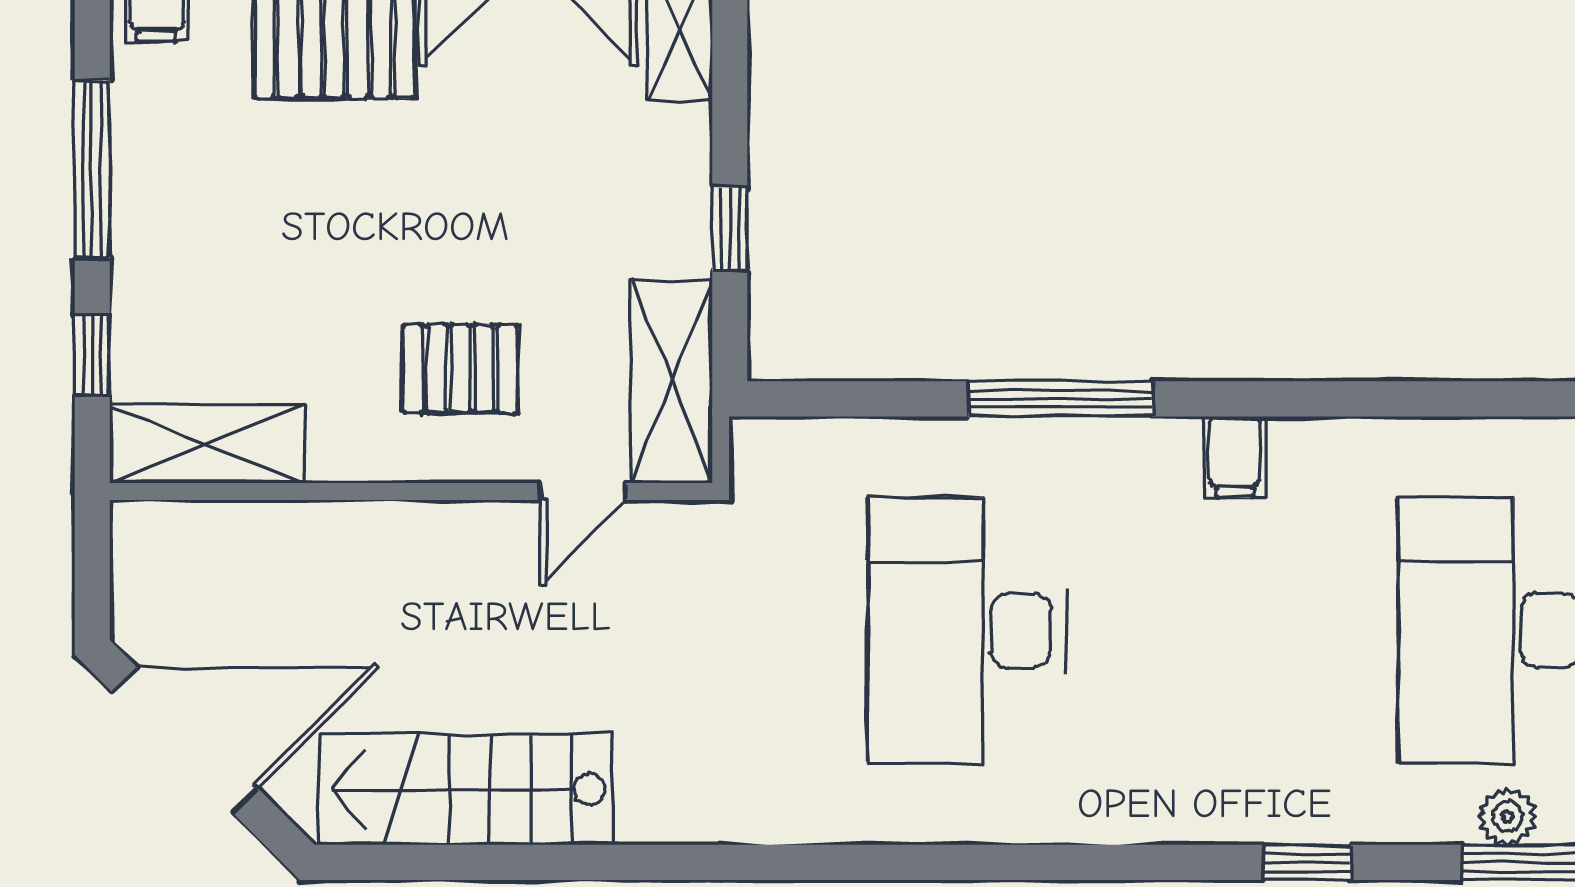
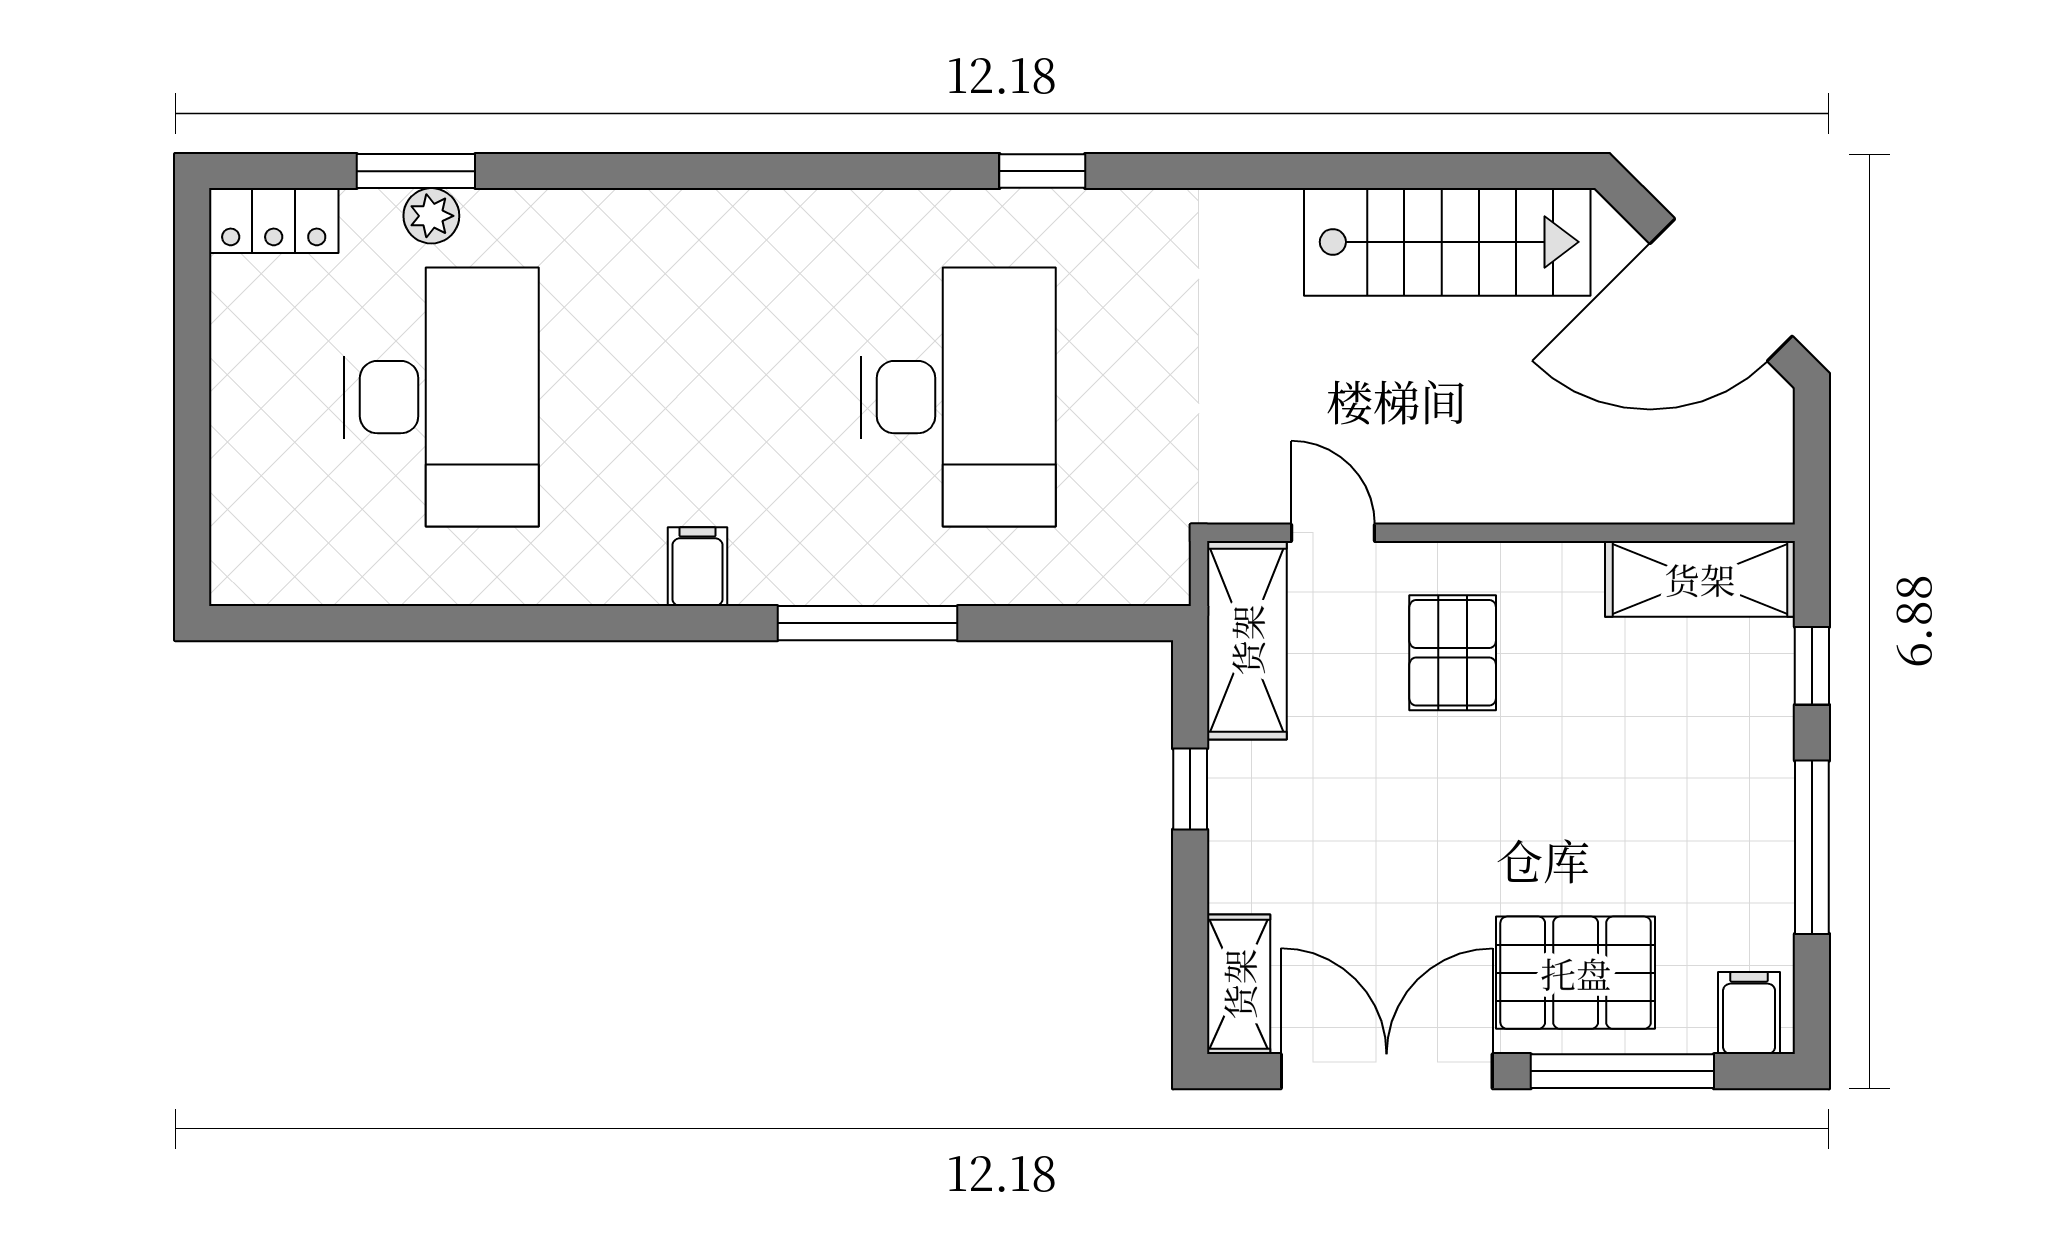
pallet: (460, 368) -> (1453, 653), turned 90
door: (583, 491) -> (1333, 533), hinge flipped
window: (1307, 862) -> (1042, 171), moved

